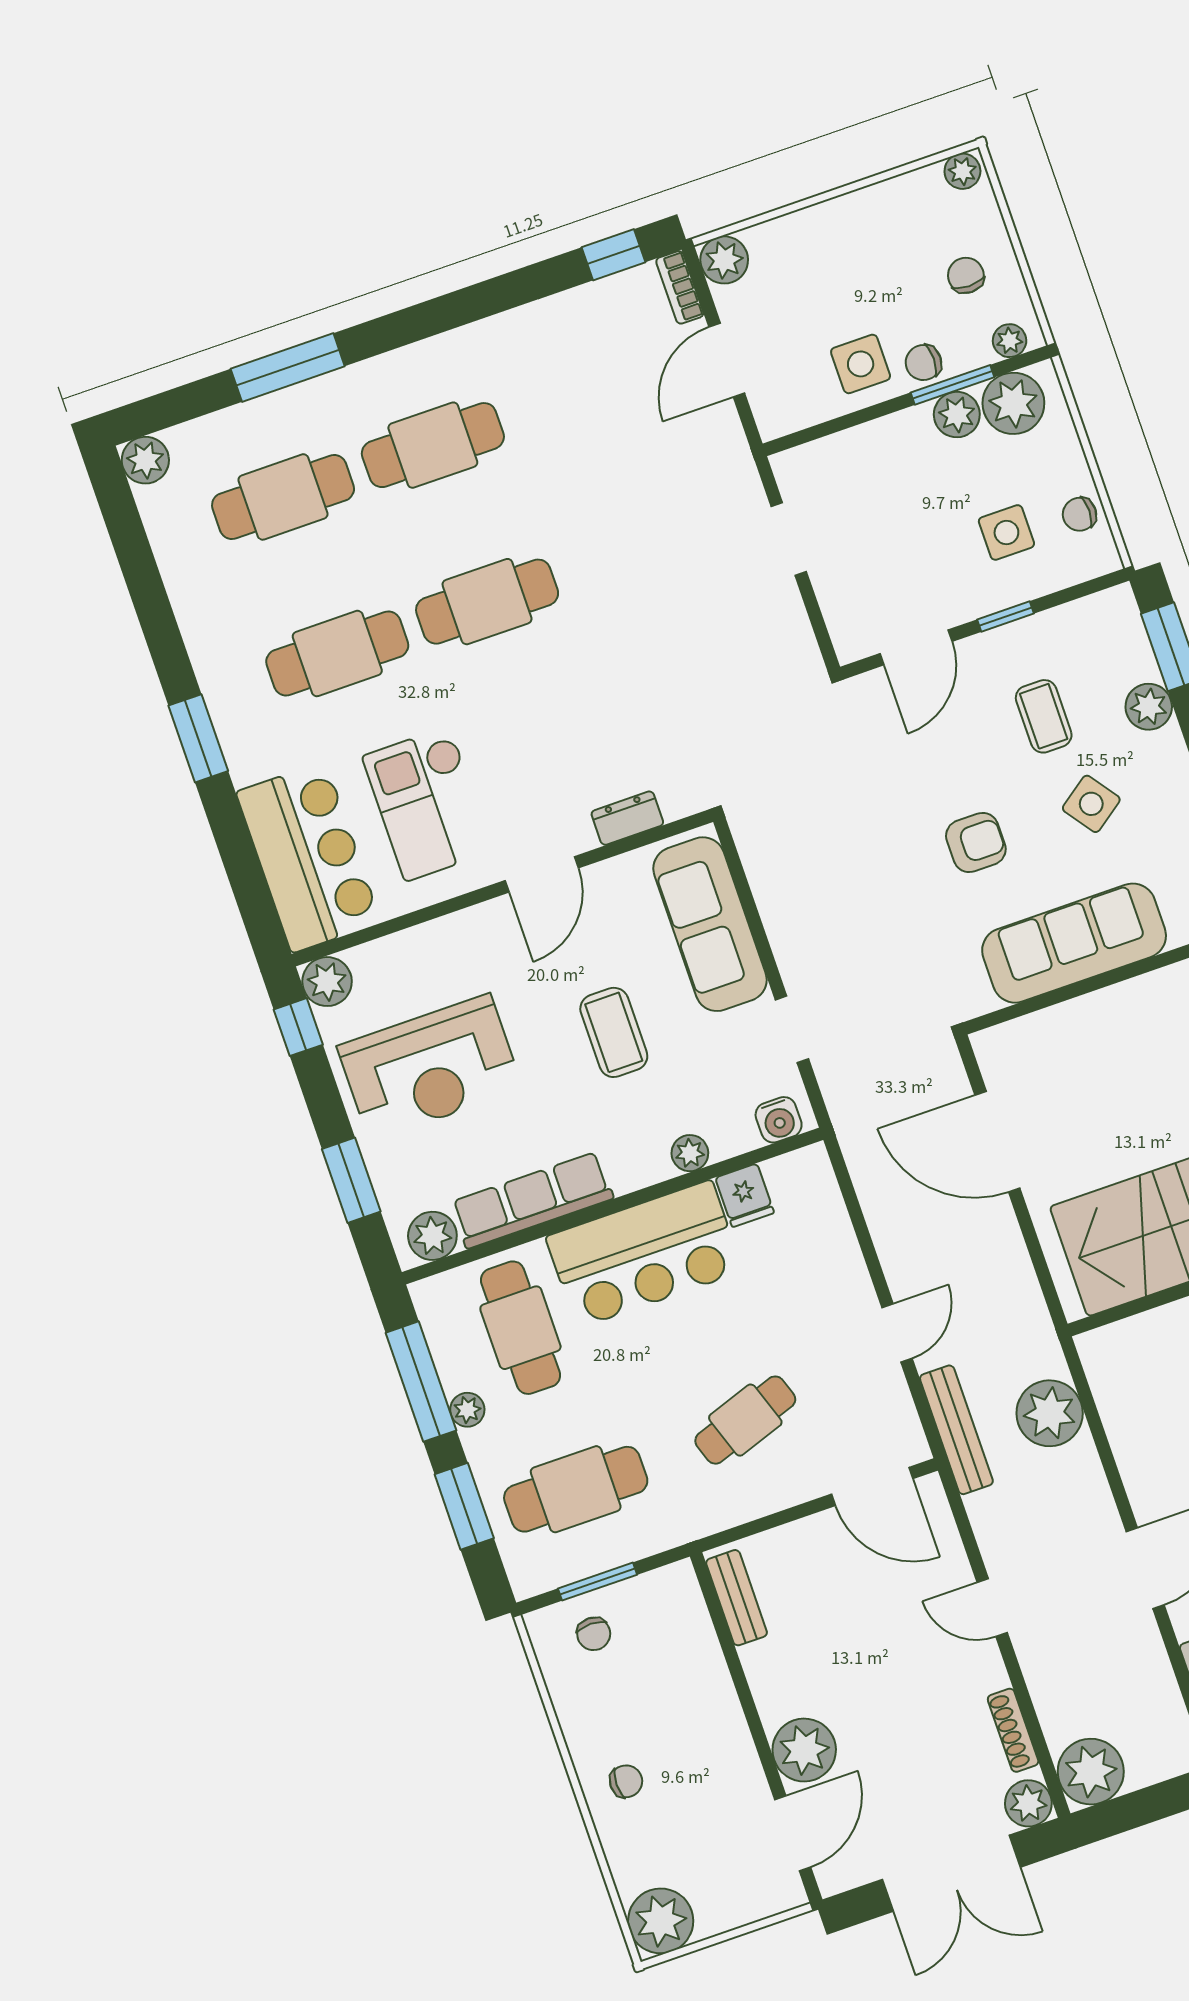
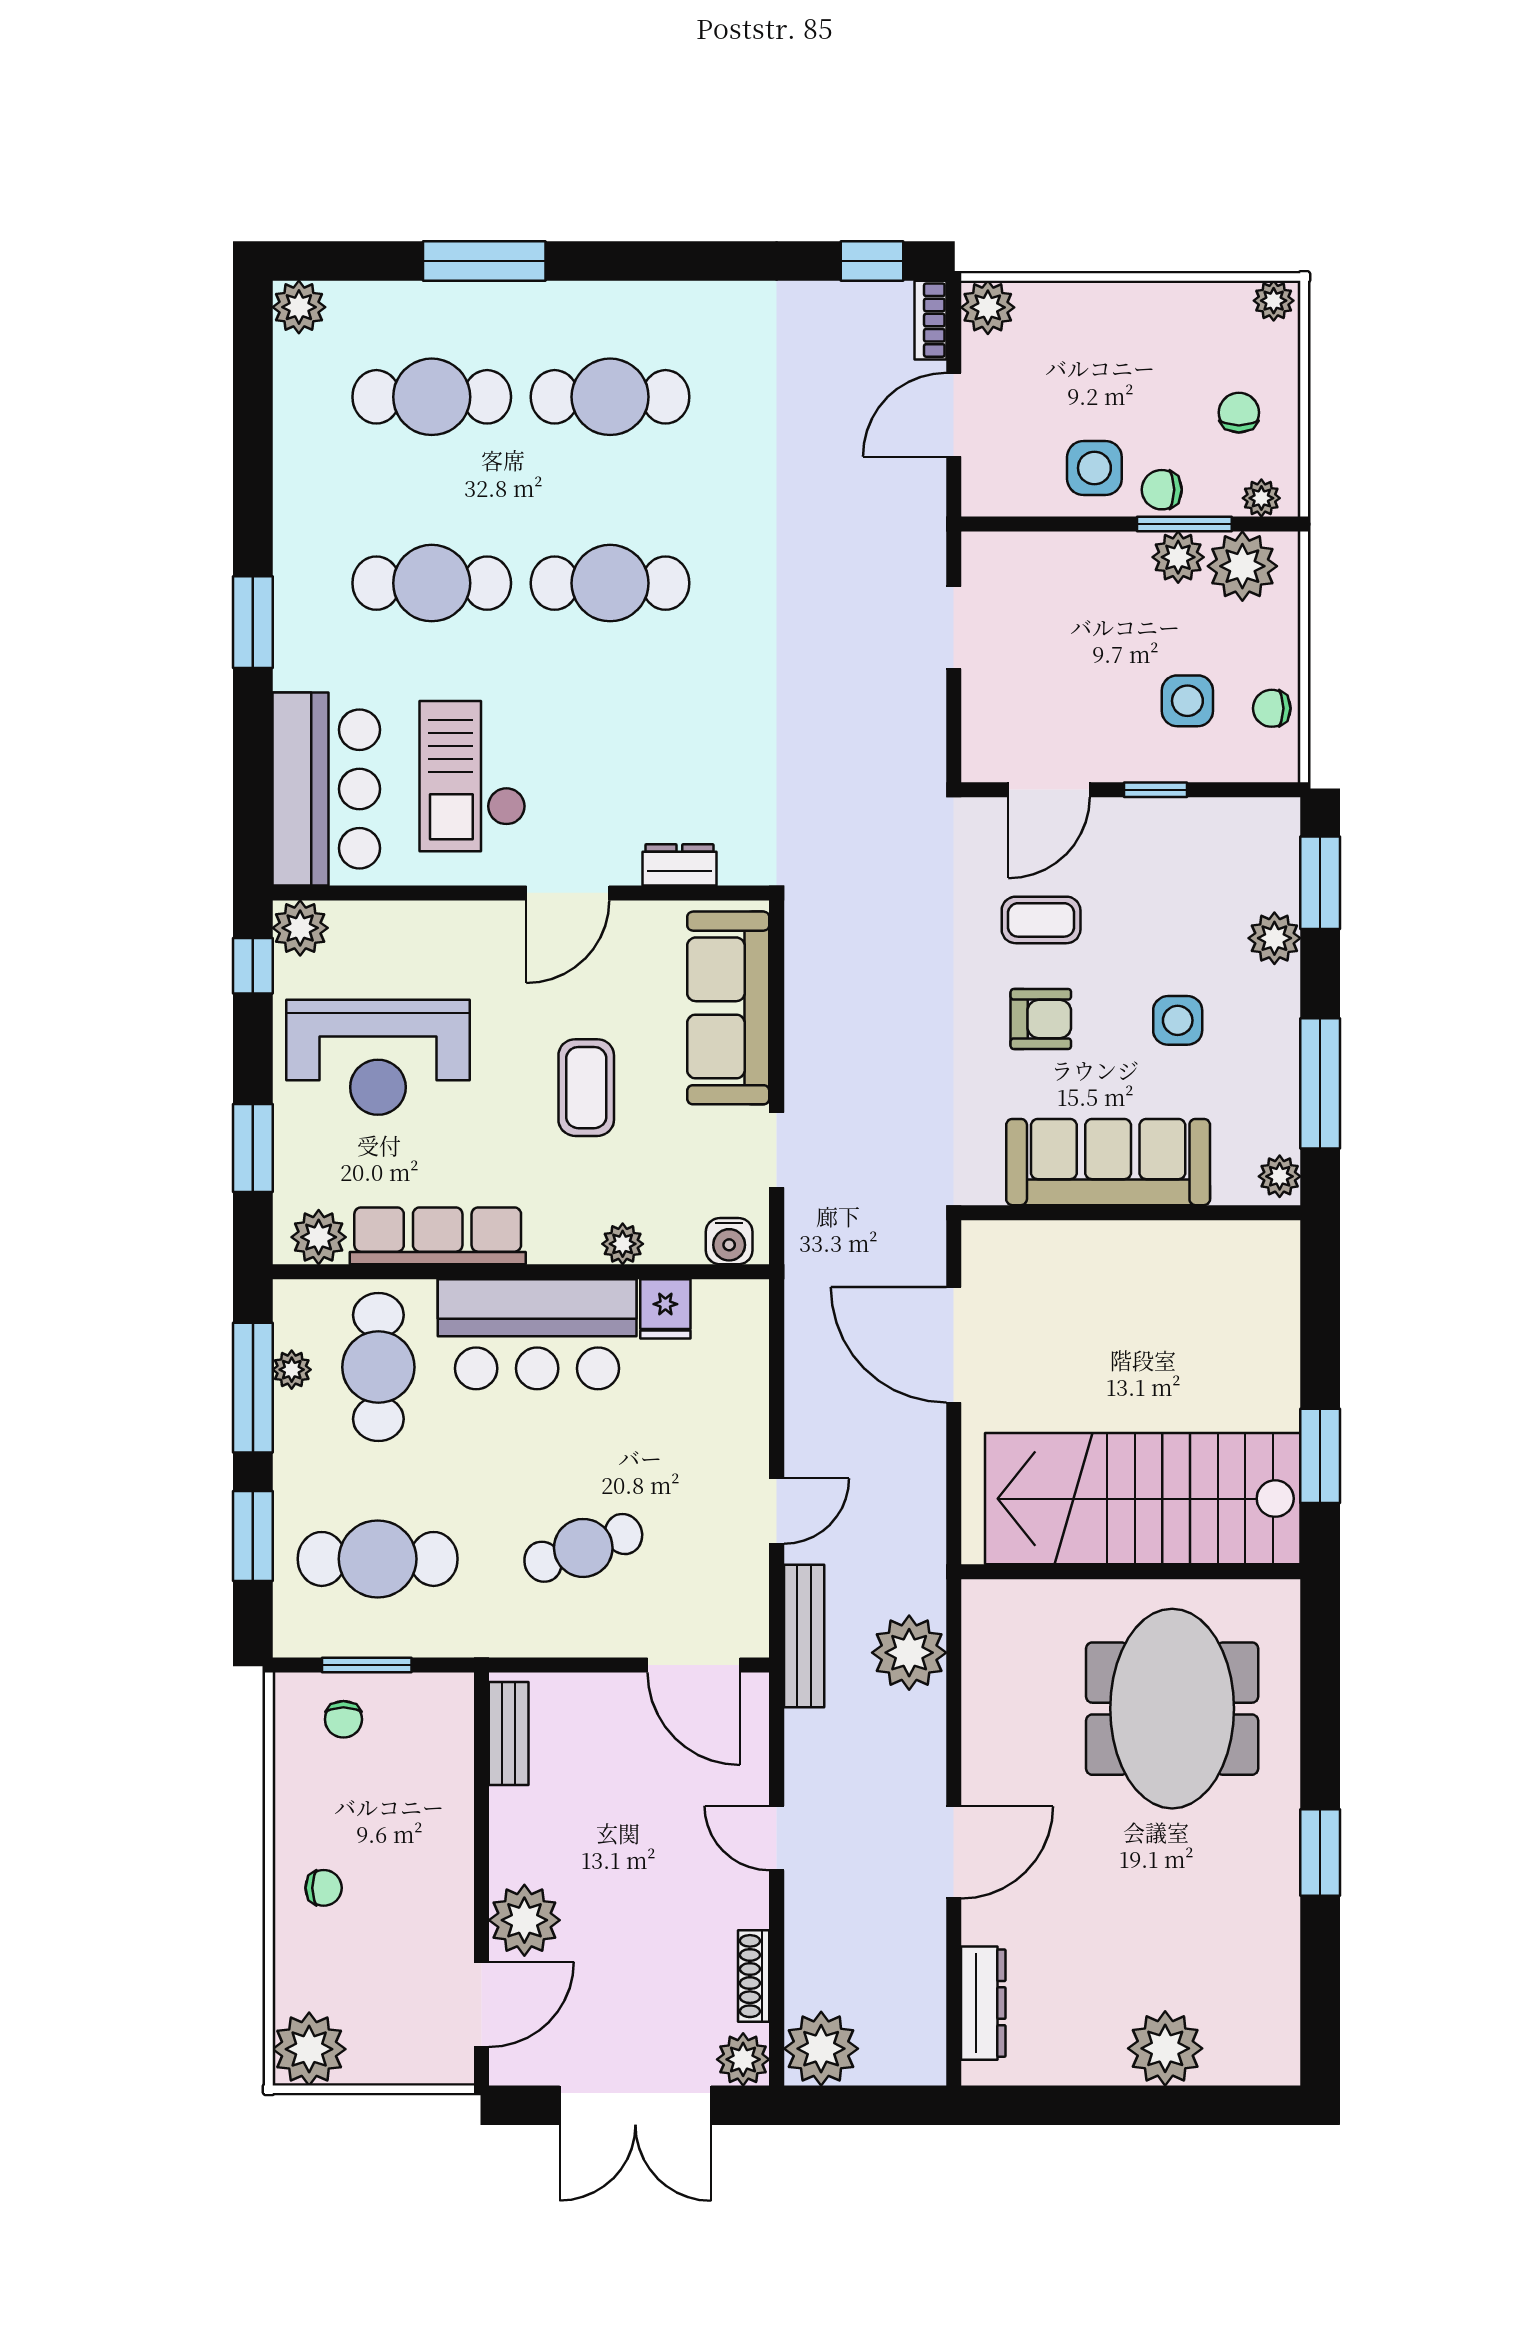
coffee table: (1044, 716) -> (1041, 920), moved, turned 90
side table: (1091, 804) -> (1178, 1020), turned 36
plant: (467, 1410) -> (292, 1370), moved

